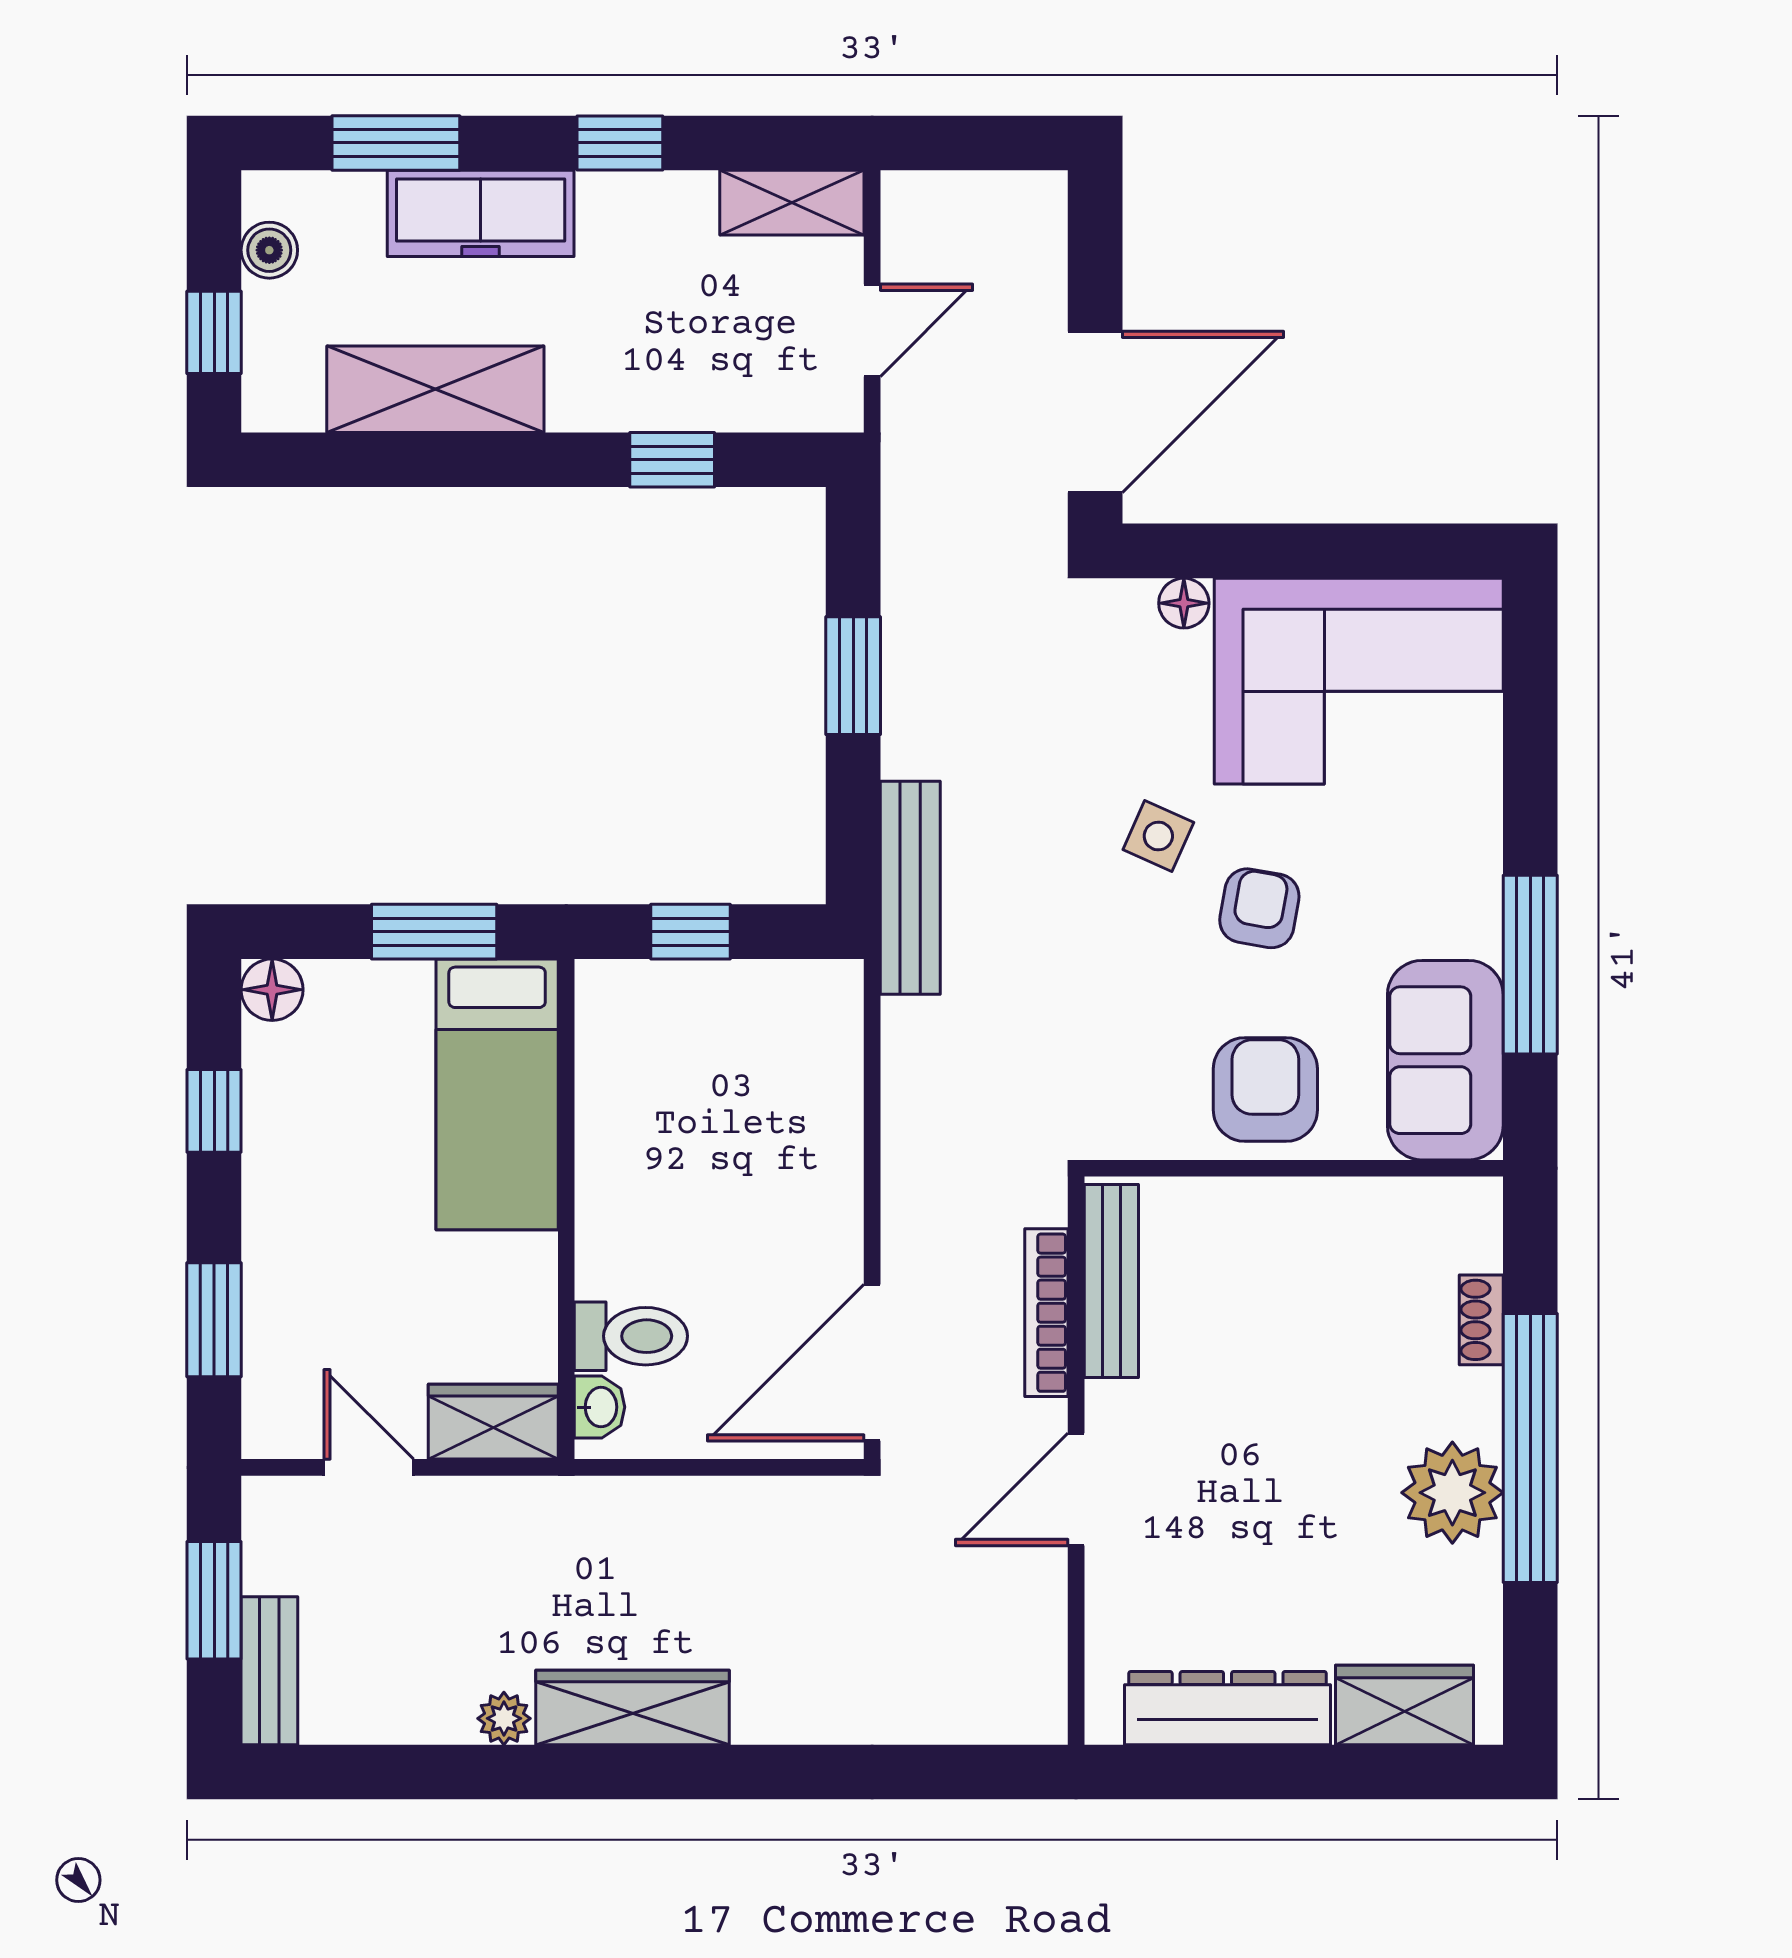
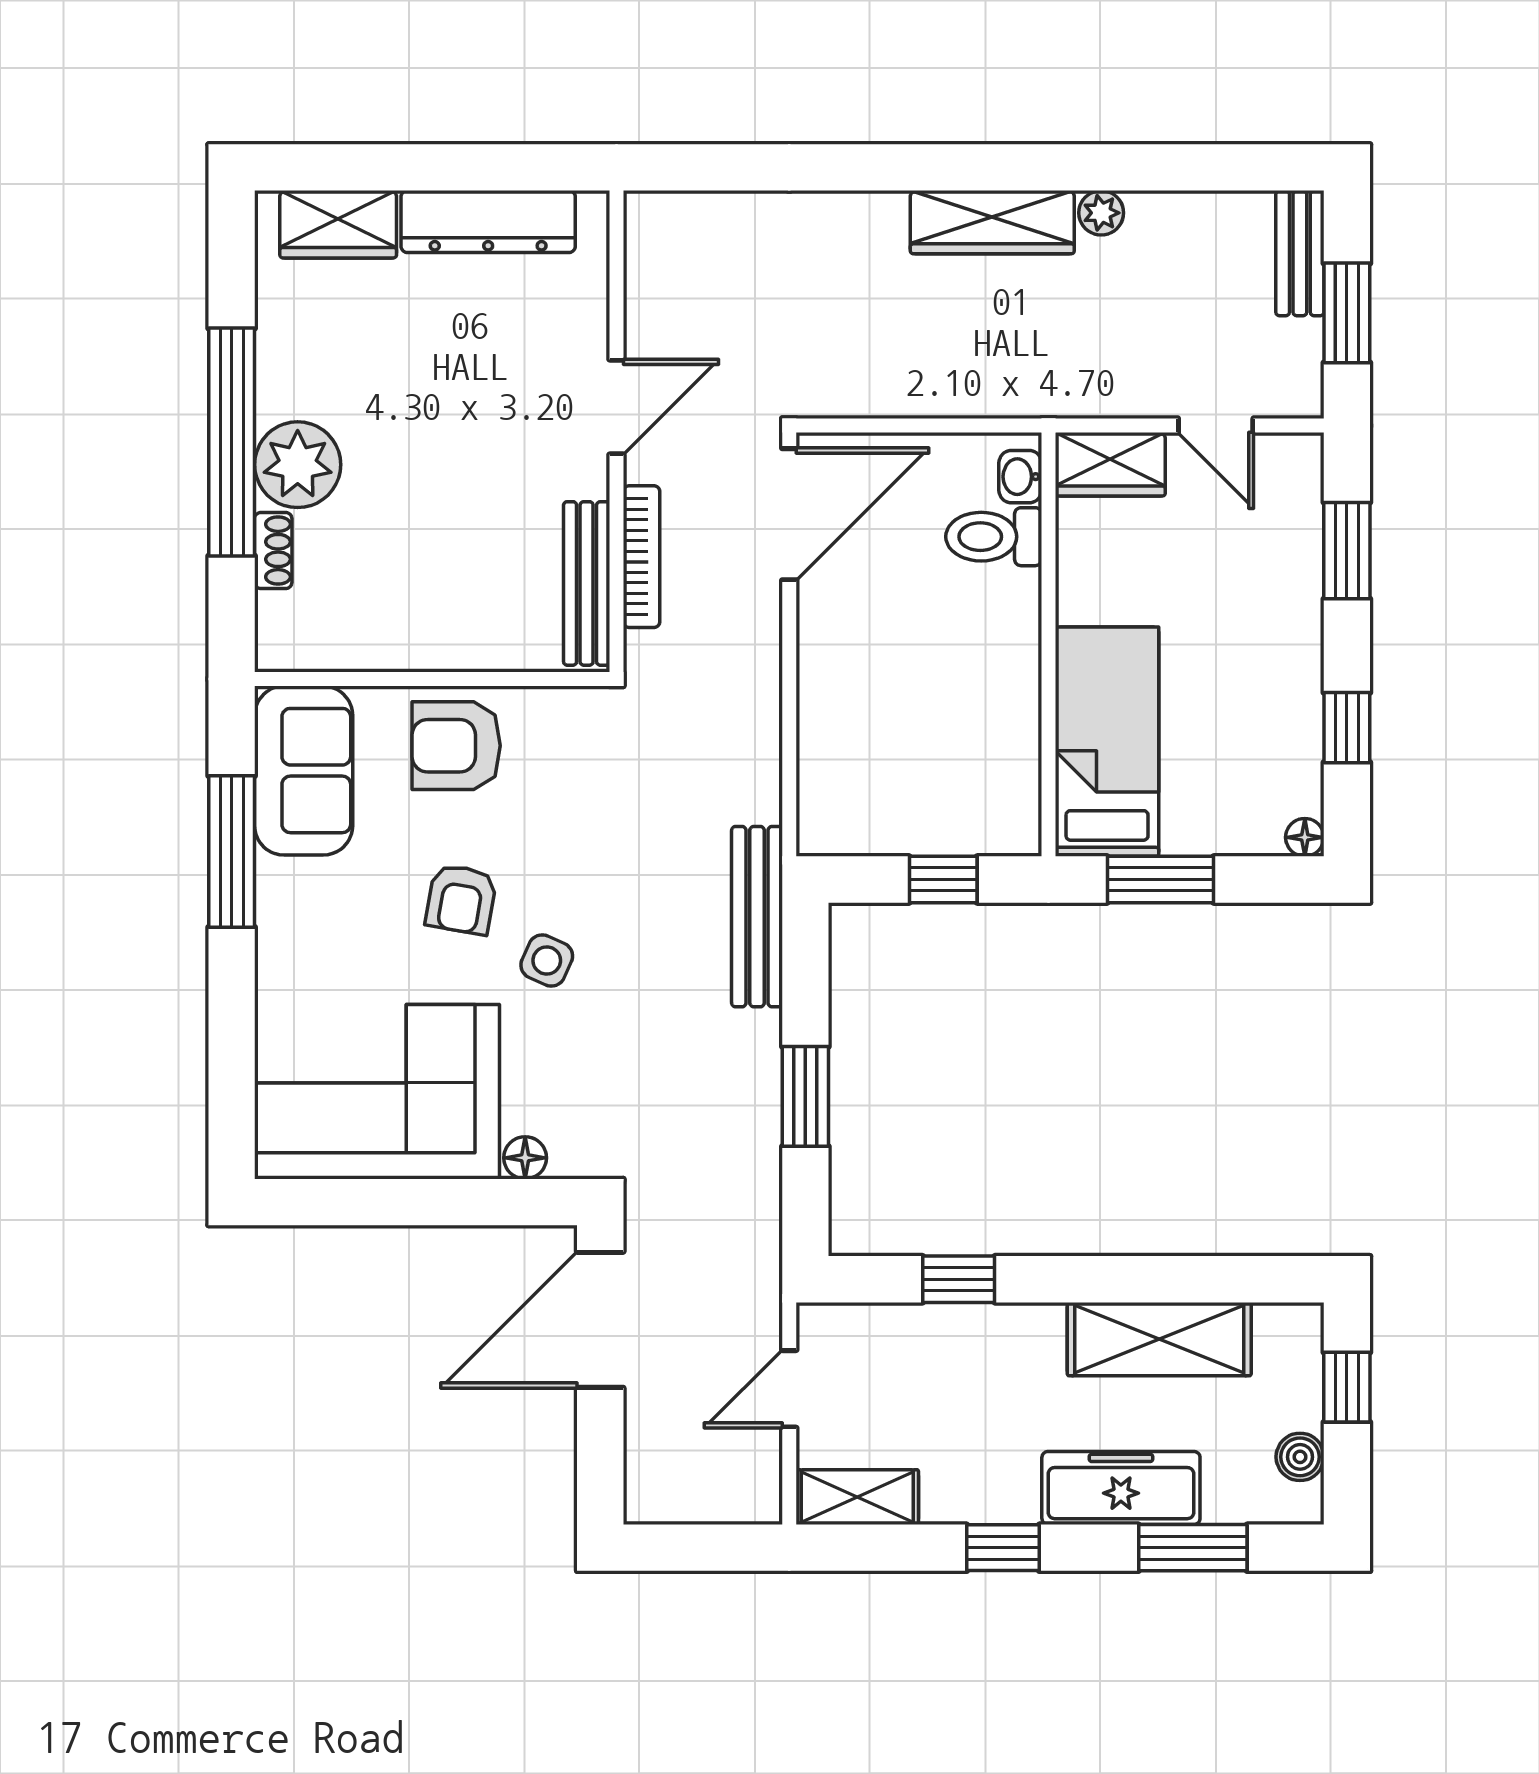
floor lamp: (272, 990) -> (1305, 837), width x0.73, depth x0.73
armchair: (1265, 1089) -> (456, 746), turned 90
plant: (1452, 1493) -> (298, 465), moved

